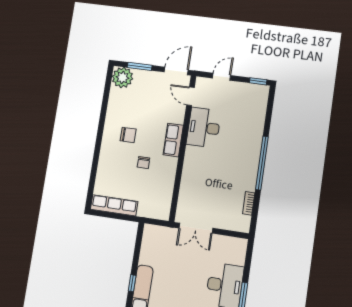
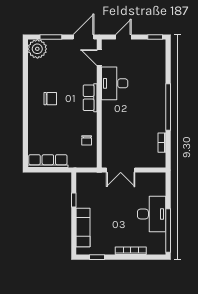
chair: (143, 163) -> (87, 140), moved
window: (132, 283) -> (74, 200), moved

